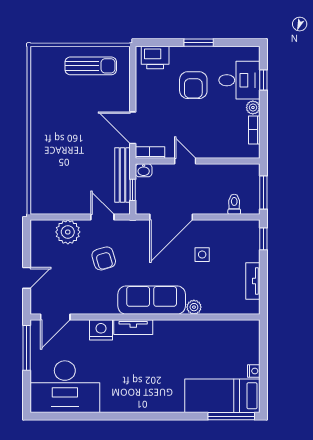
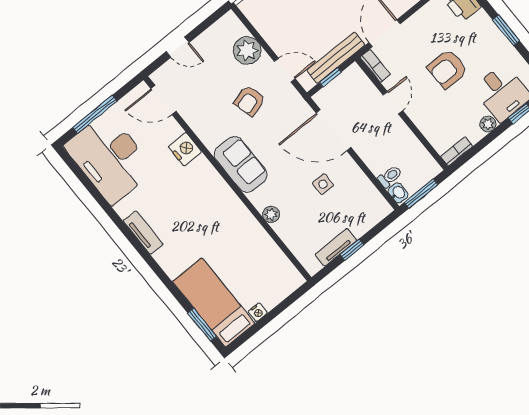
armchair: (193, 85) -> (447, 69), moved
bookcase: (254, 130) -> (457, 151), moved
washbasin: (144, 170) -> (398, 193), moved, turned 180
door: (102, 217) -> (285, 70), hinge flipped
window: (263, 239) -> (352, 250), moved
sofa: (152, 300) -> (241, 164), width x0.73
tv unit: (133, 327) -> (143, 233), moved, turned 180
window: (27, 348) -> (95, 114), moved
window: (231, 416) -> (202, 325), width x0.69

